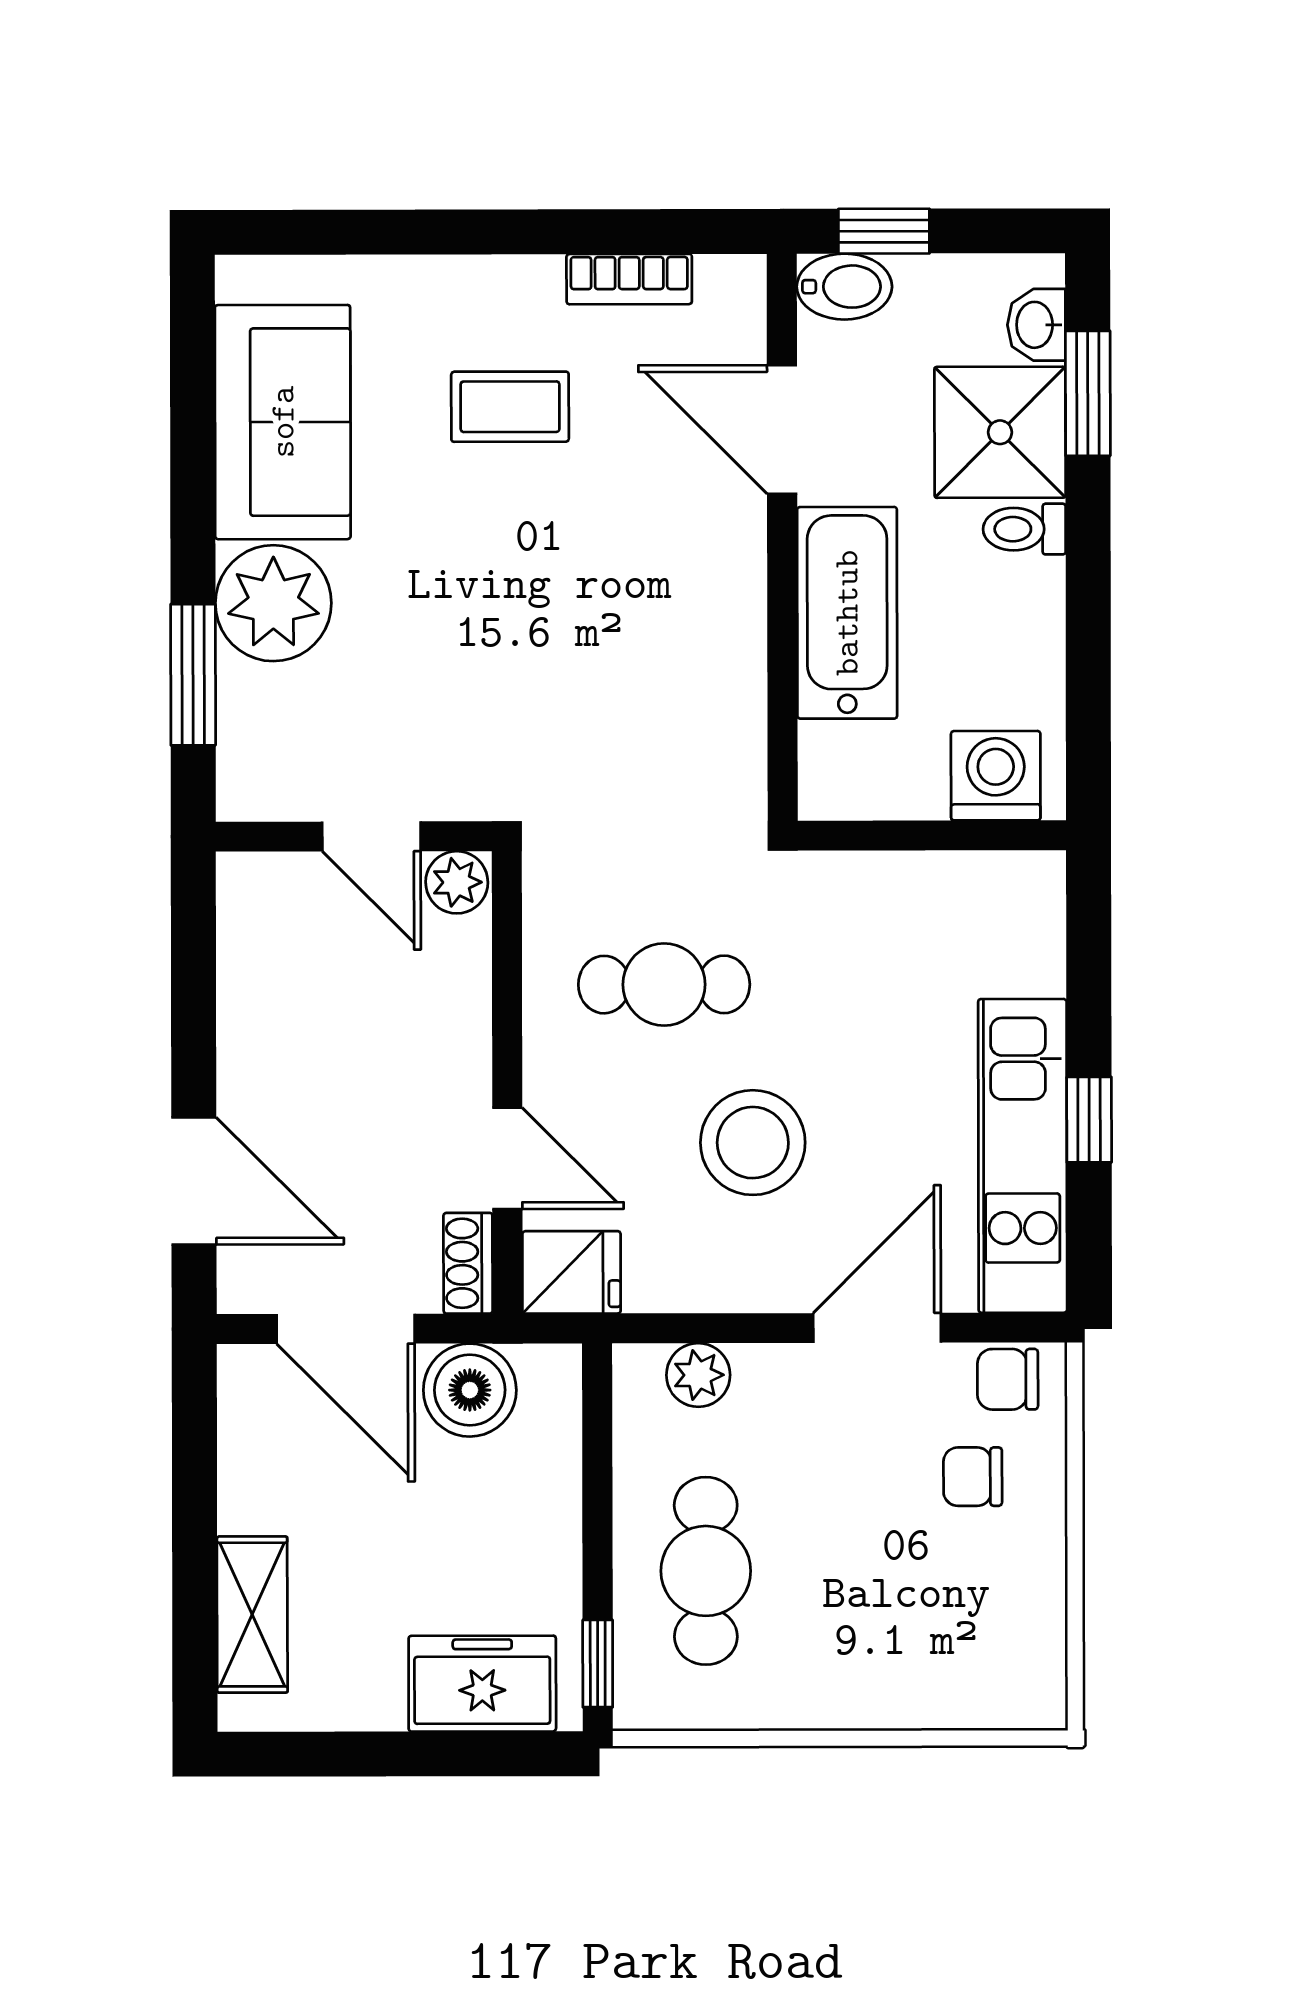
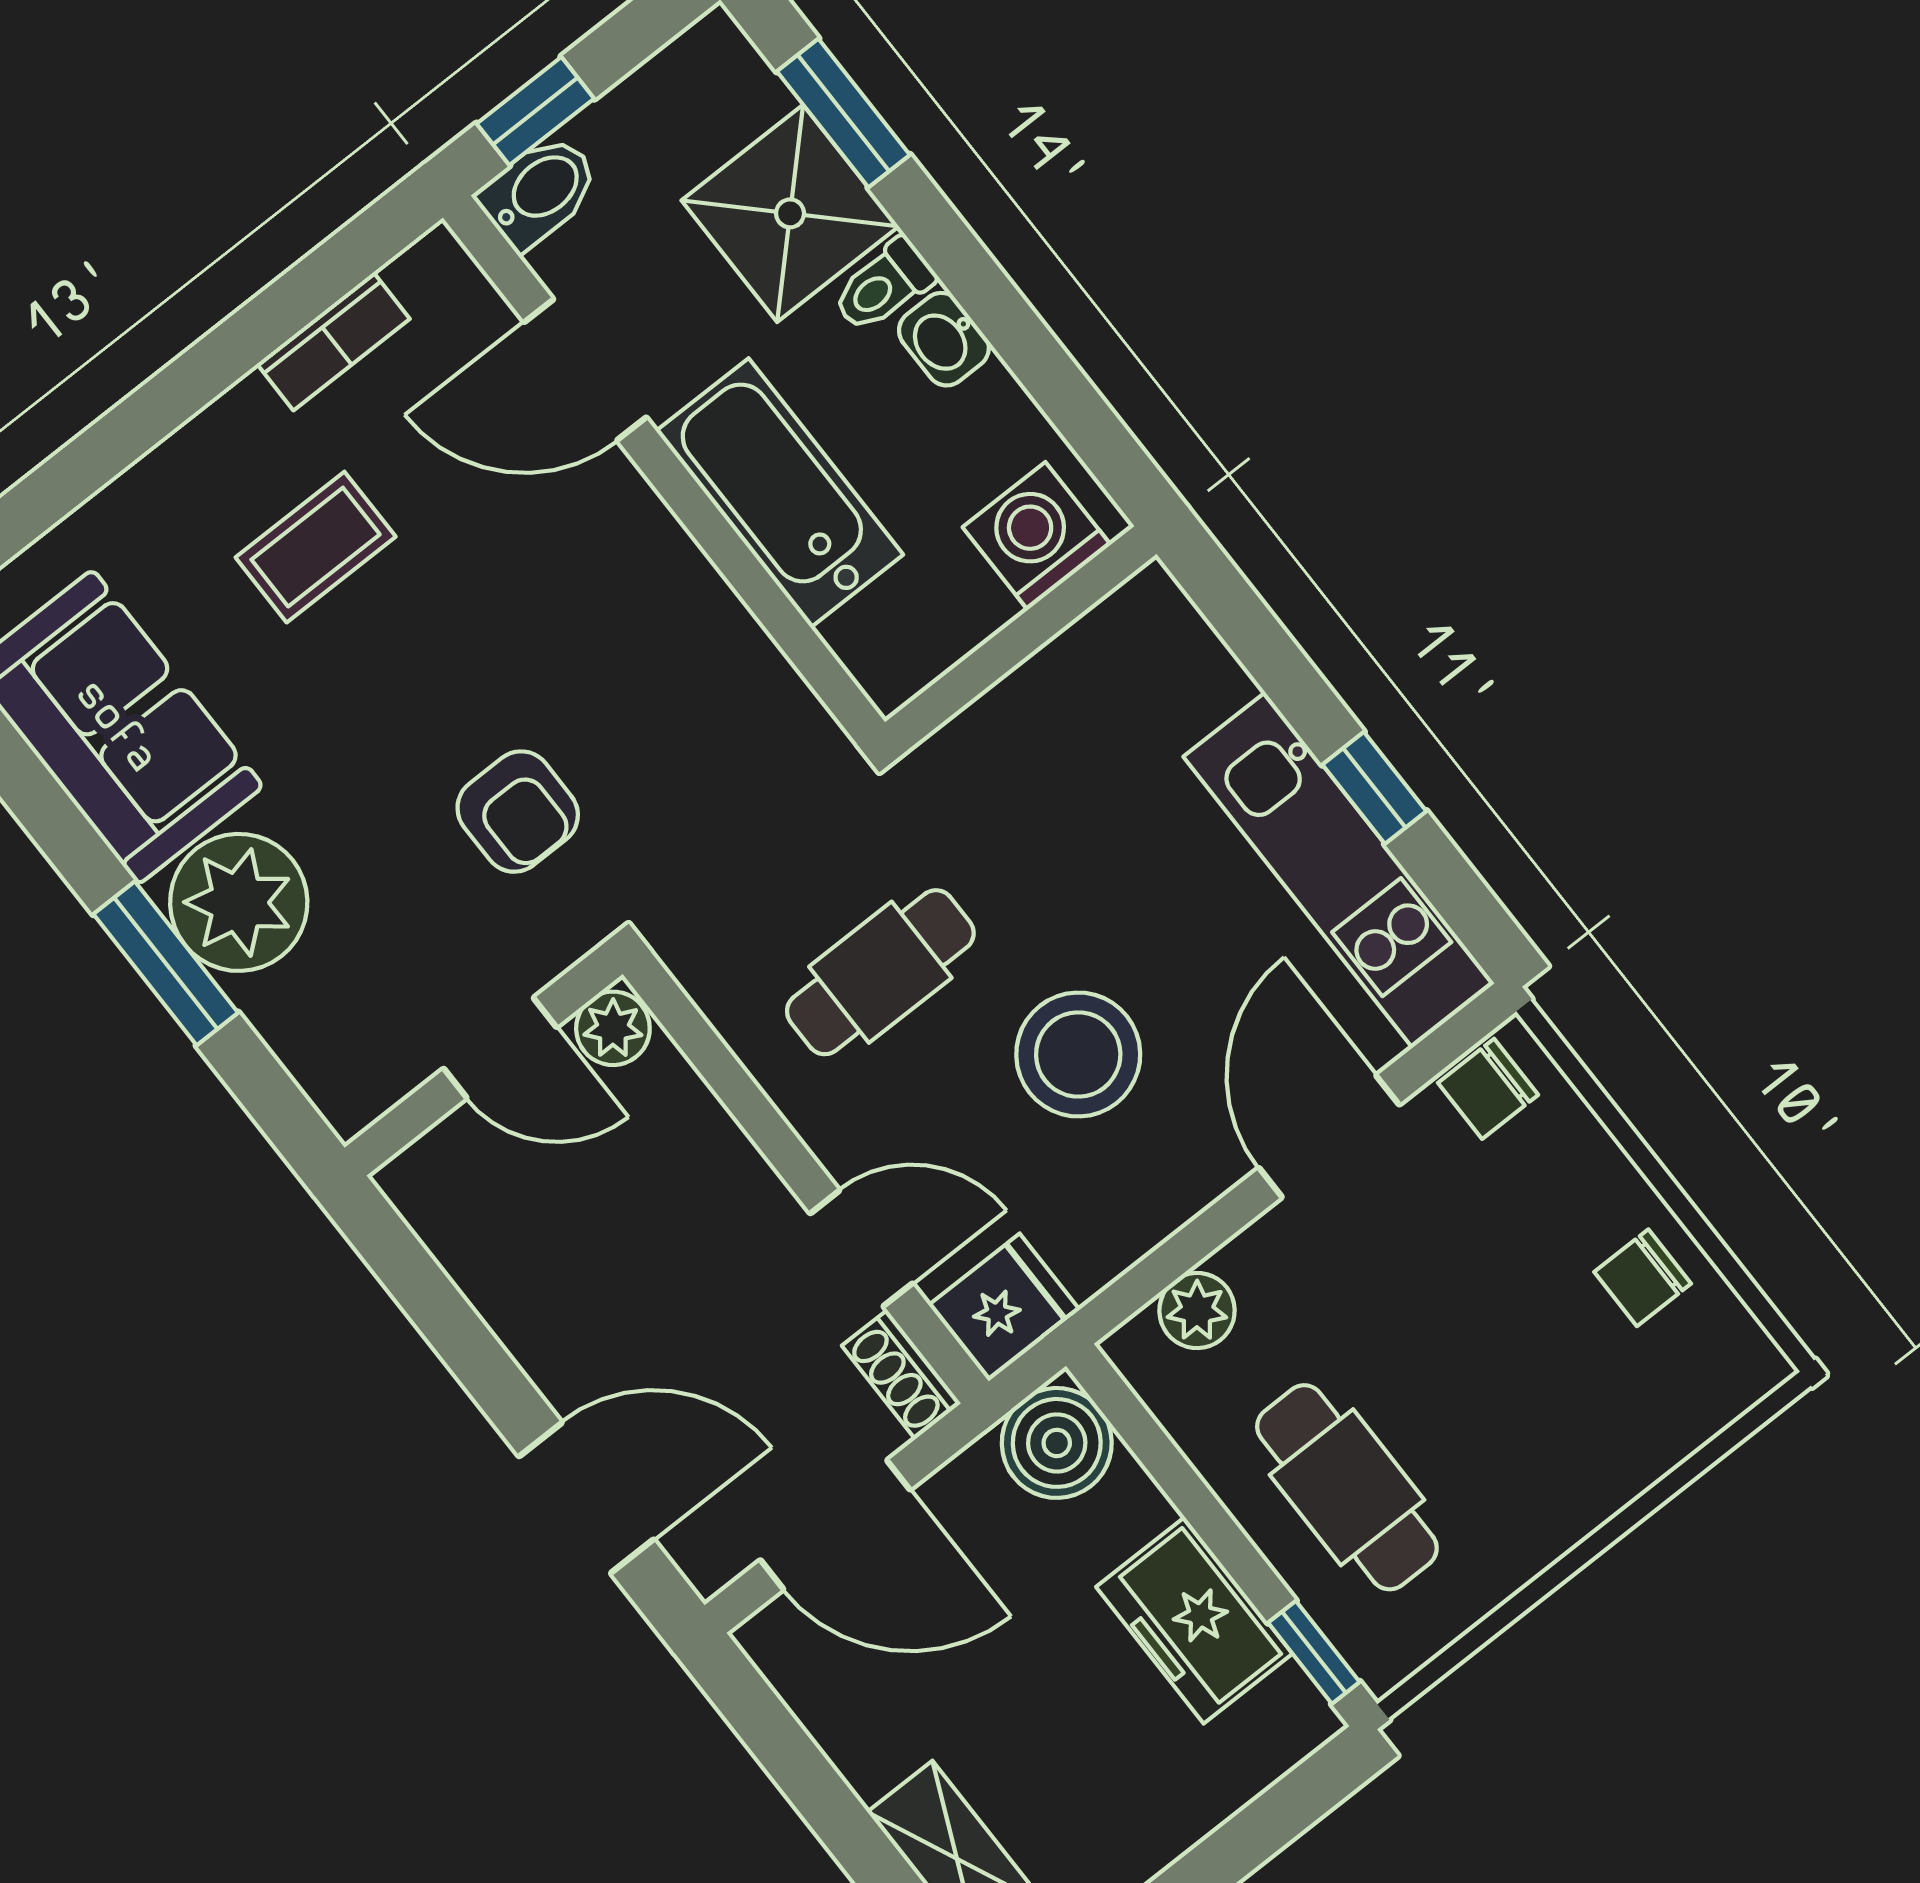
washbasin: (1036, 325) -> (944, 339), moved
window: (193, 675) -> (166, 963), moved
armchair: (506, 688) -> (518, 812), added
boiler: (470, 1390) -> (1057, 1443), moved
chair: (973, 1477) -> (1643, 1278), moved
freezer: (482, 1684) -> (1194, 1620), moved, turned -90

